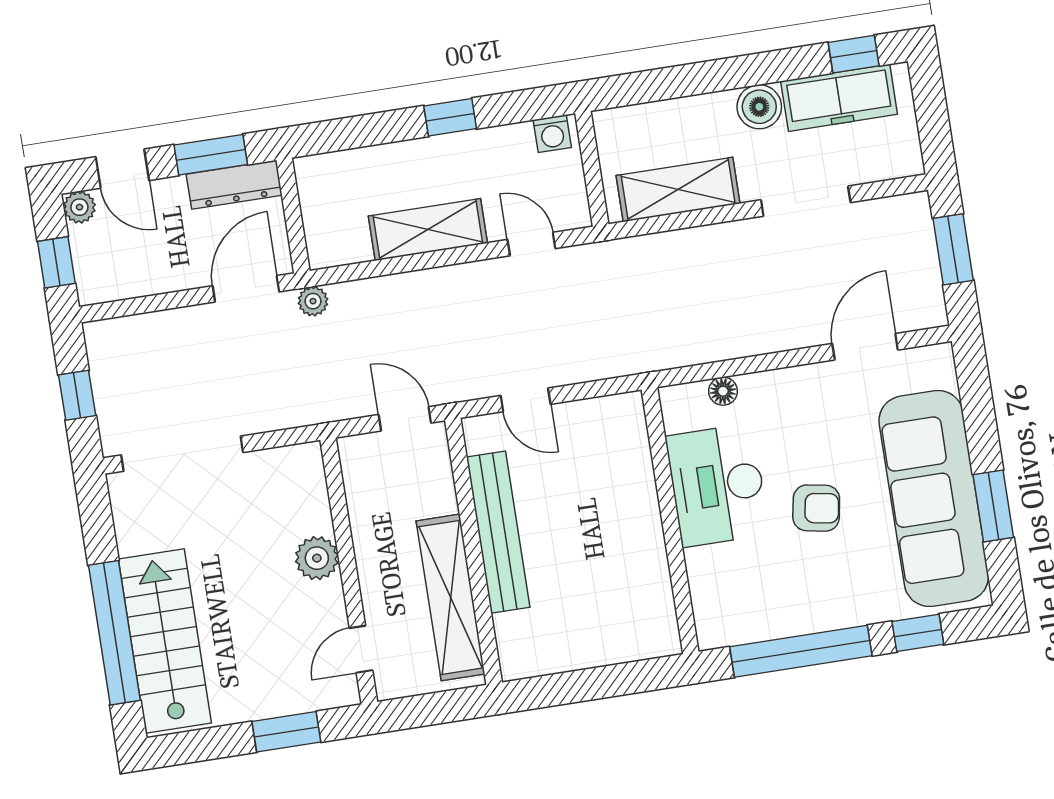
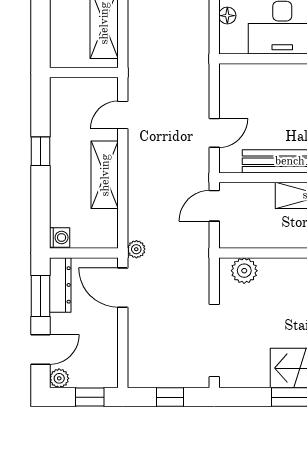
washing machine: (552, 134) -> (60, 238), moved
plant: (317, 558) -> (244, 271), moved

